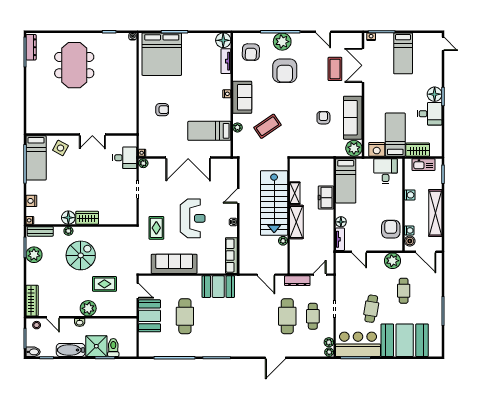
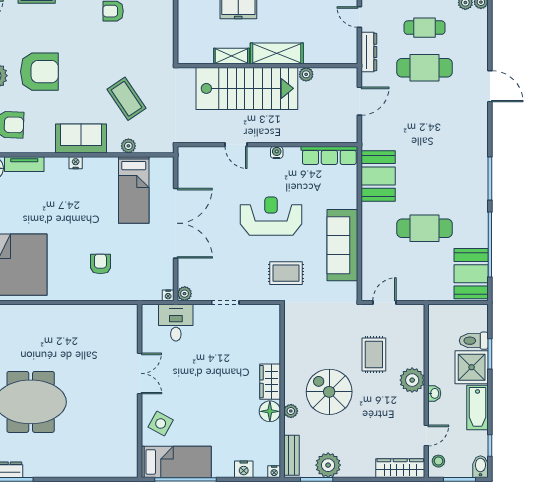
booth: (150, 316) -> (471, 274), moved, turned 90

